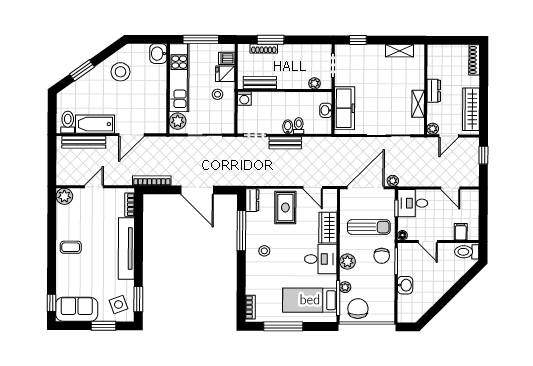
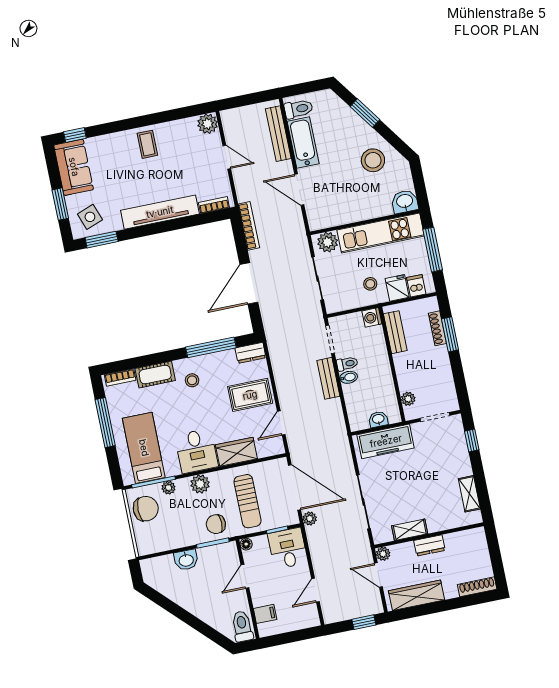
toilet: (299, 126) -> (347, 364), moved
cot: (254, 279) -> (155, 375), added

